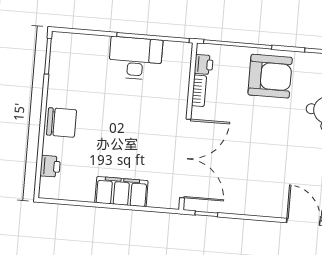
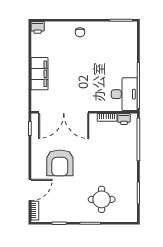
desk: (136, 58) -> (124, 94), moved
armchair: (270, 76) -> (60, 163), moved
chair: (61, 122) -> (80, 32), width x0.54, depth x0.54
printer: (50, 166) -> (38, 27), moved

